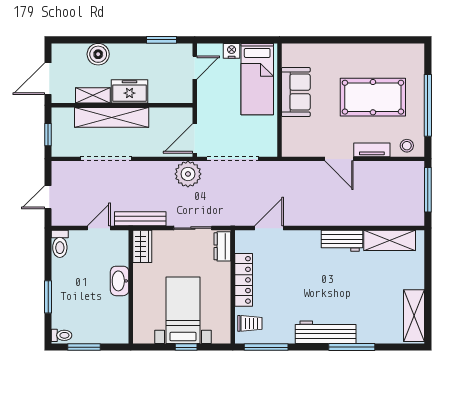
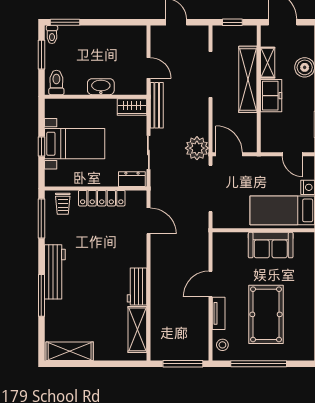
toilet: (60, 244) -> (56, 82), moved, turned 90
window: (48, 297) -> (65, 22), moved

